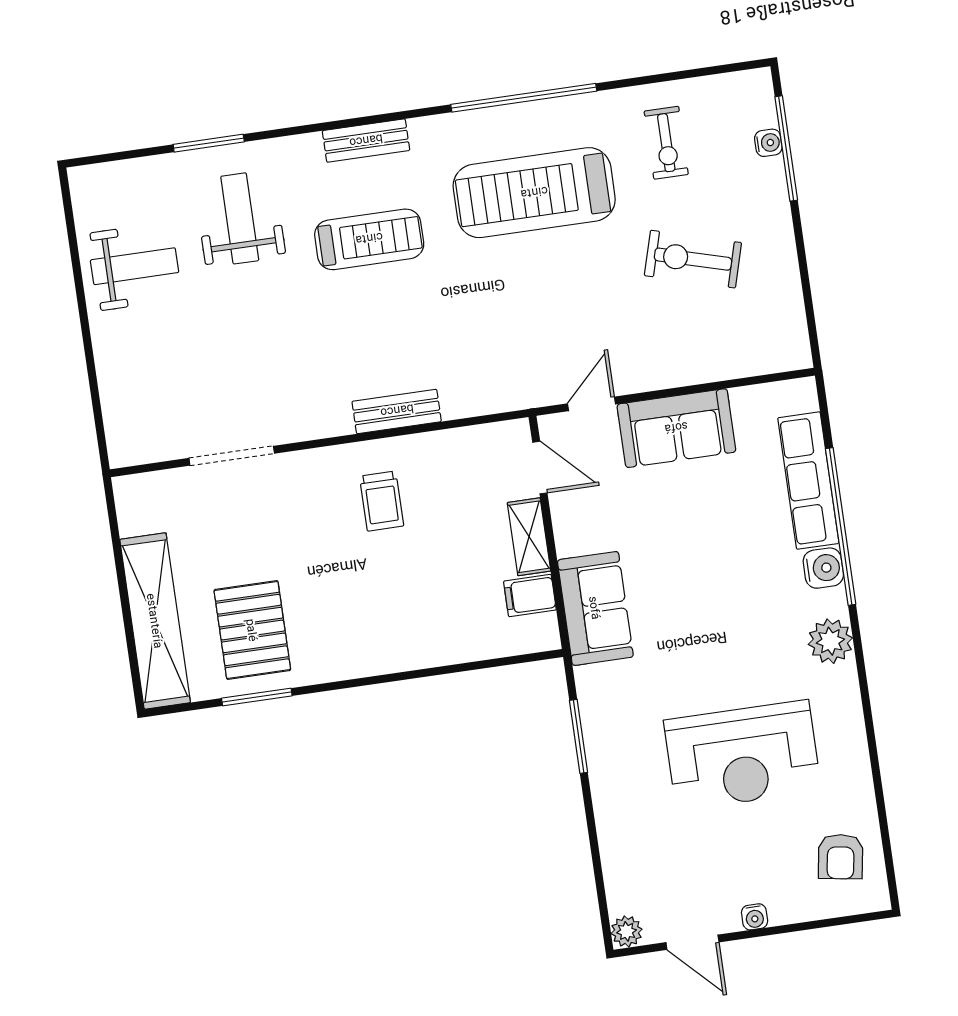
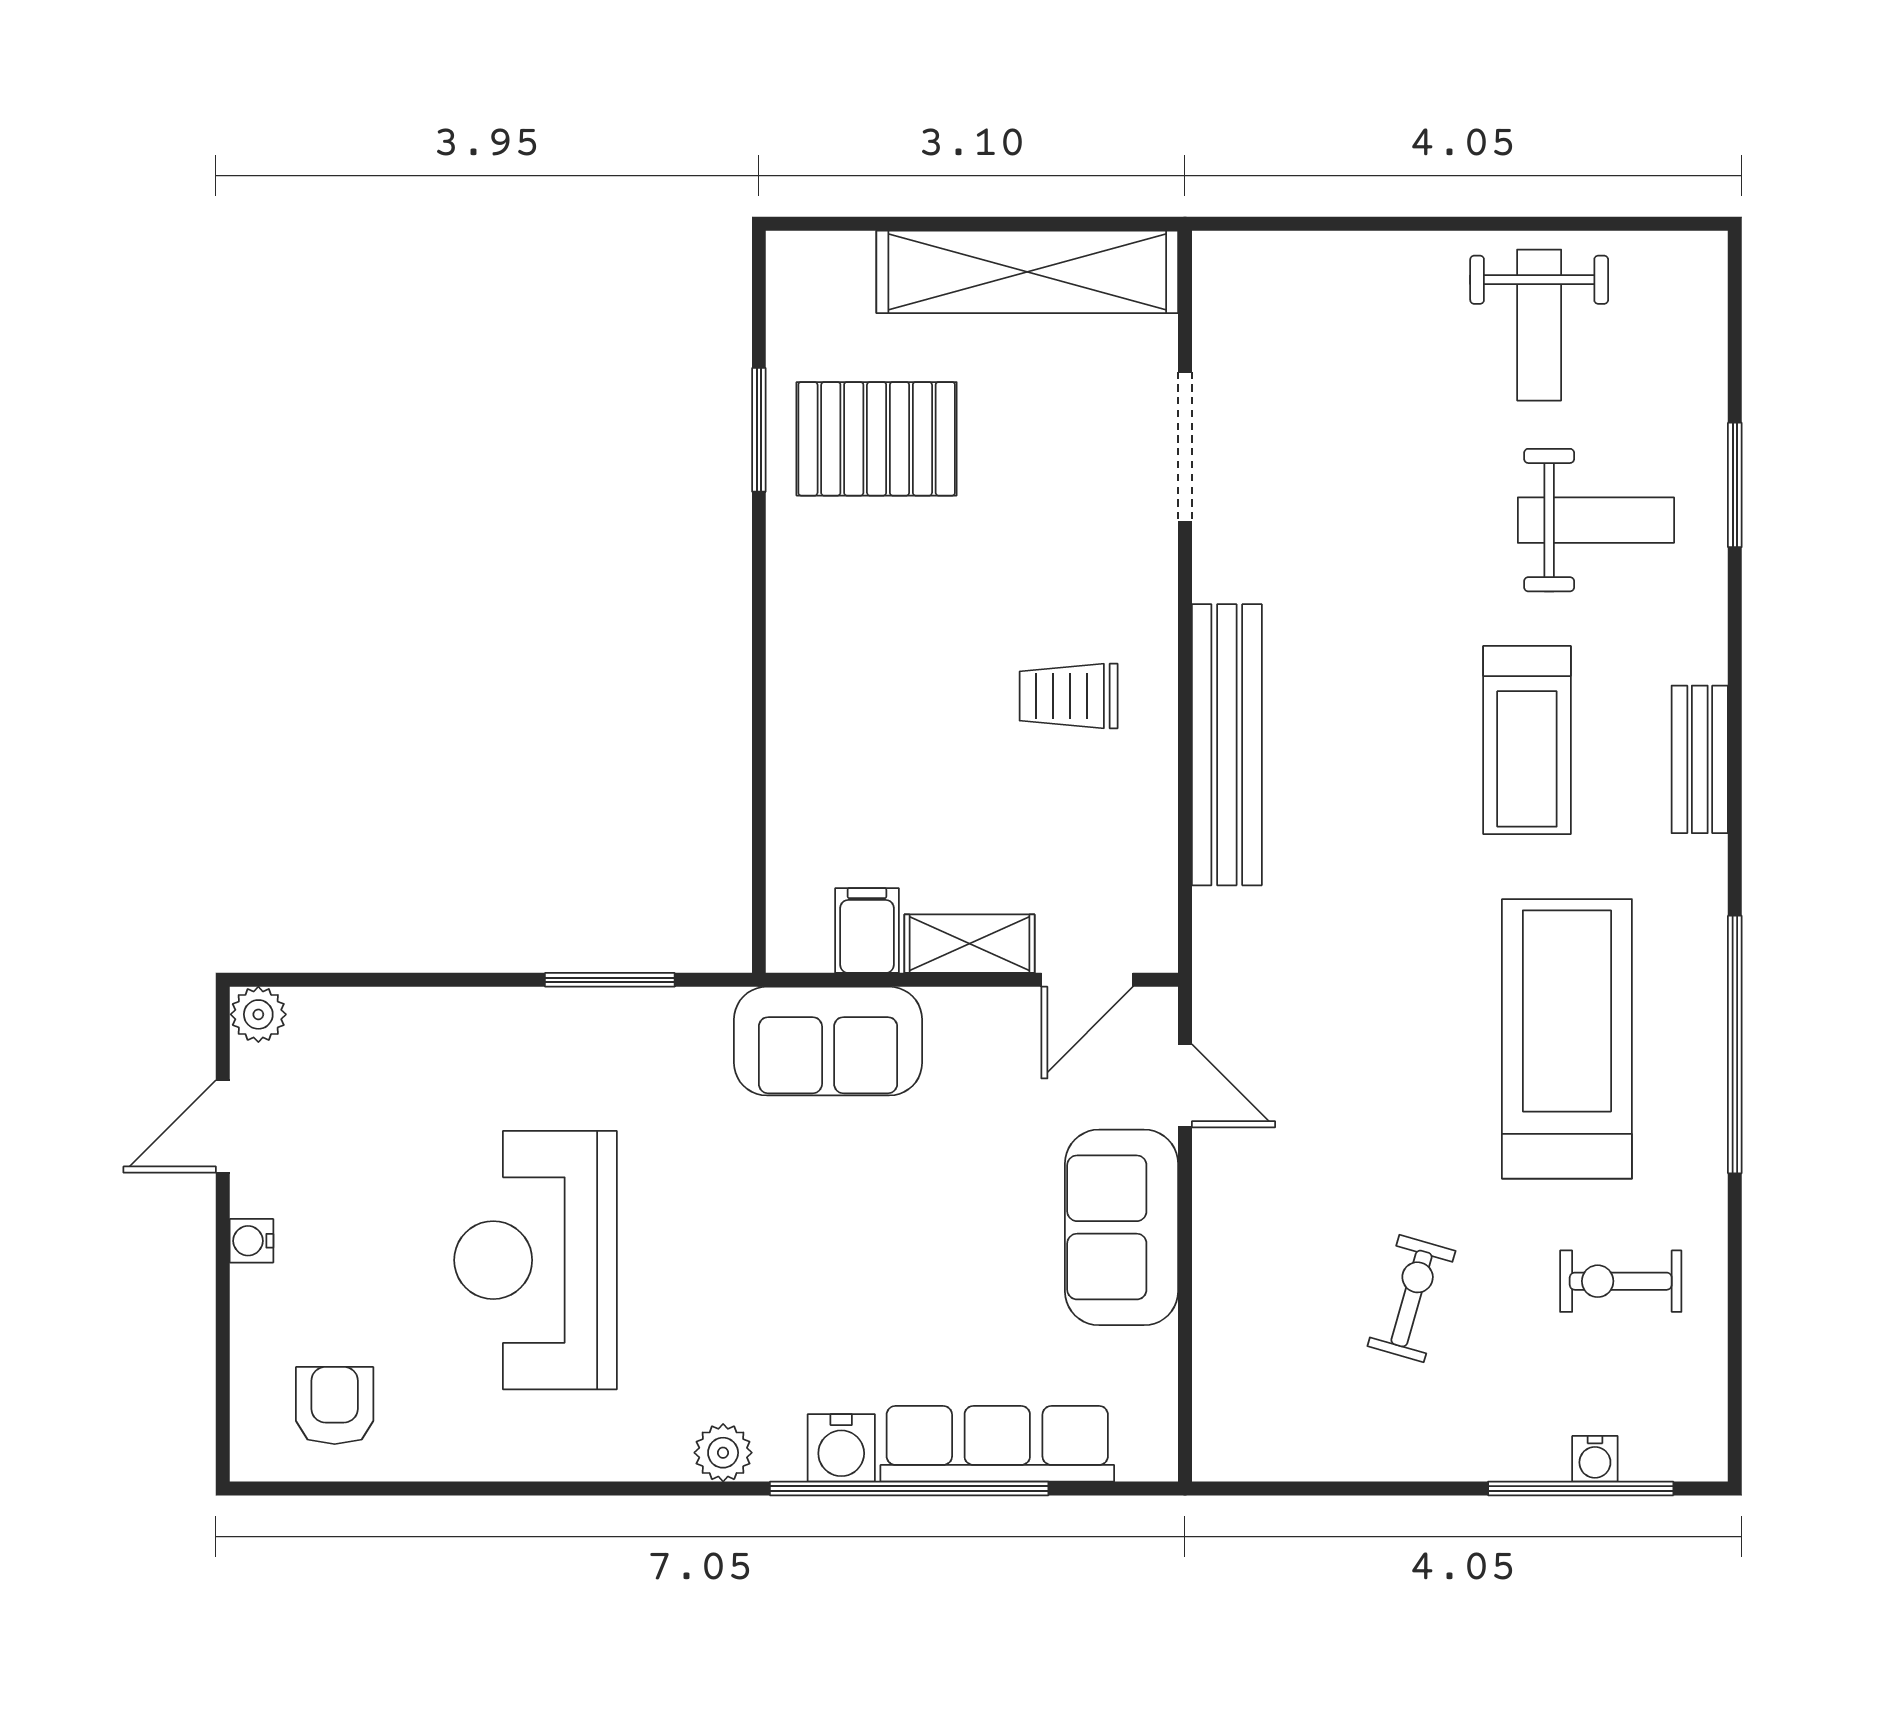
exercise bike: (693, 259) -> (1411, 1299), width x0.73, depth x0.72
bench: (397, 411) -> (1227, 745), width x1.86, depth x1.21
shelving: (155, 621) -> (1027, 272), moved
plant: (830, 641) -> (723, 1453), width x0.73, depth x0.73
armchair: (841, 857) -> (335, 1406), turned 81

